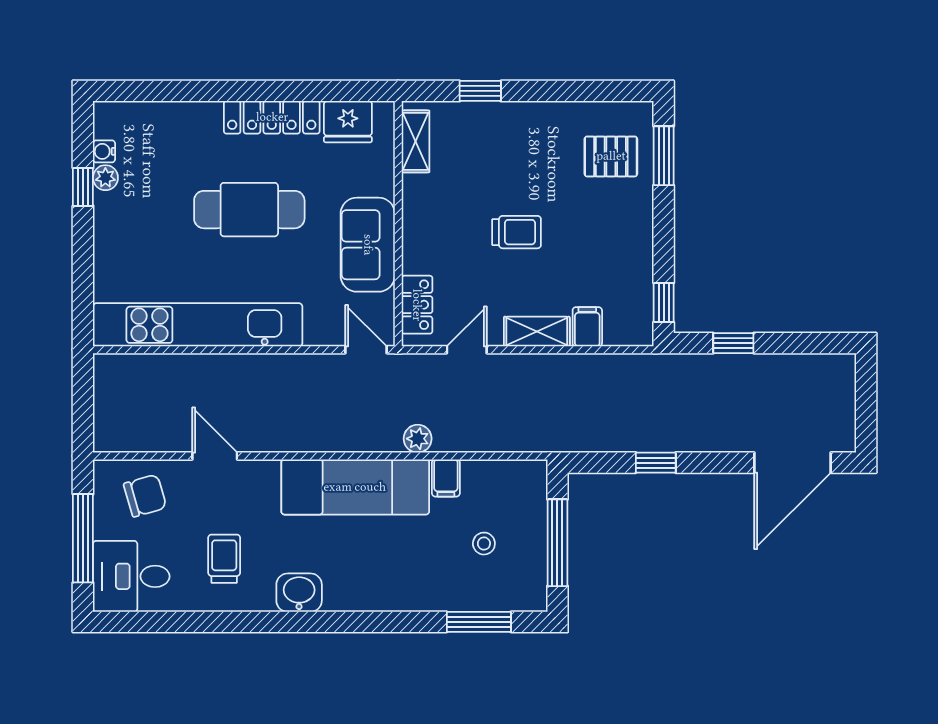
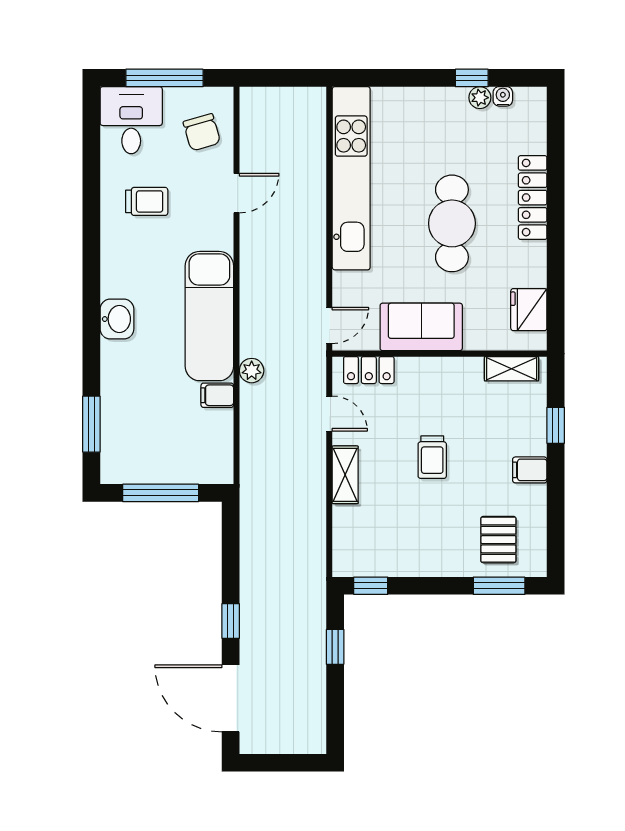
locker: (272, 117) -> (533, 198), moved
filing cabinet: (587, 327) -> (530, 470), moved, turned 180
window: (656, 463) -> (231, 621), moved
stool: (484, 544) -> (160, 429), removed
washbasin: (299, 593) -> (117, 319), moved

